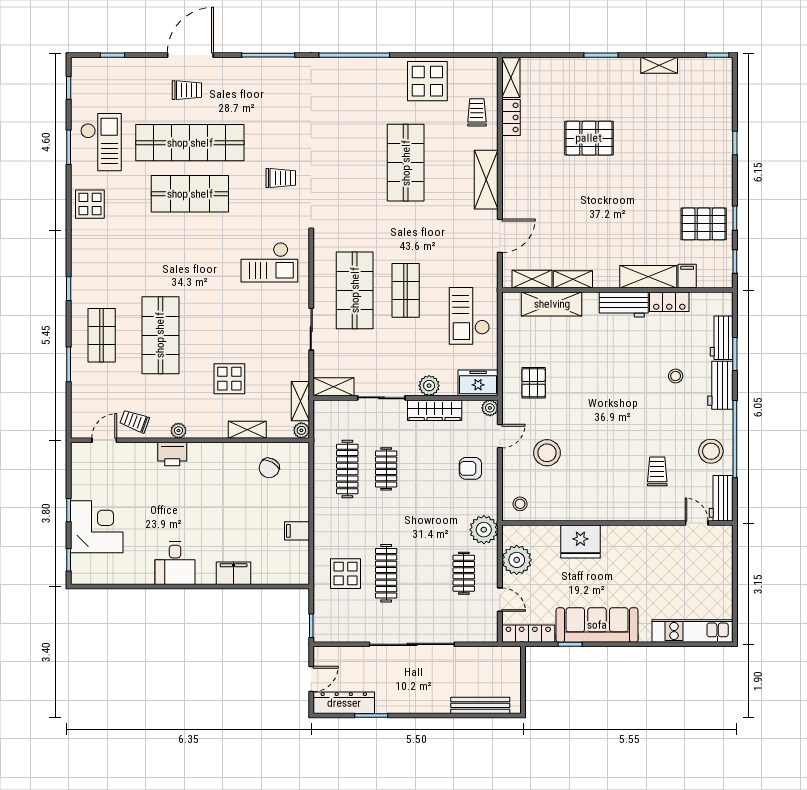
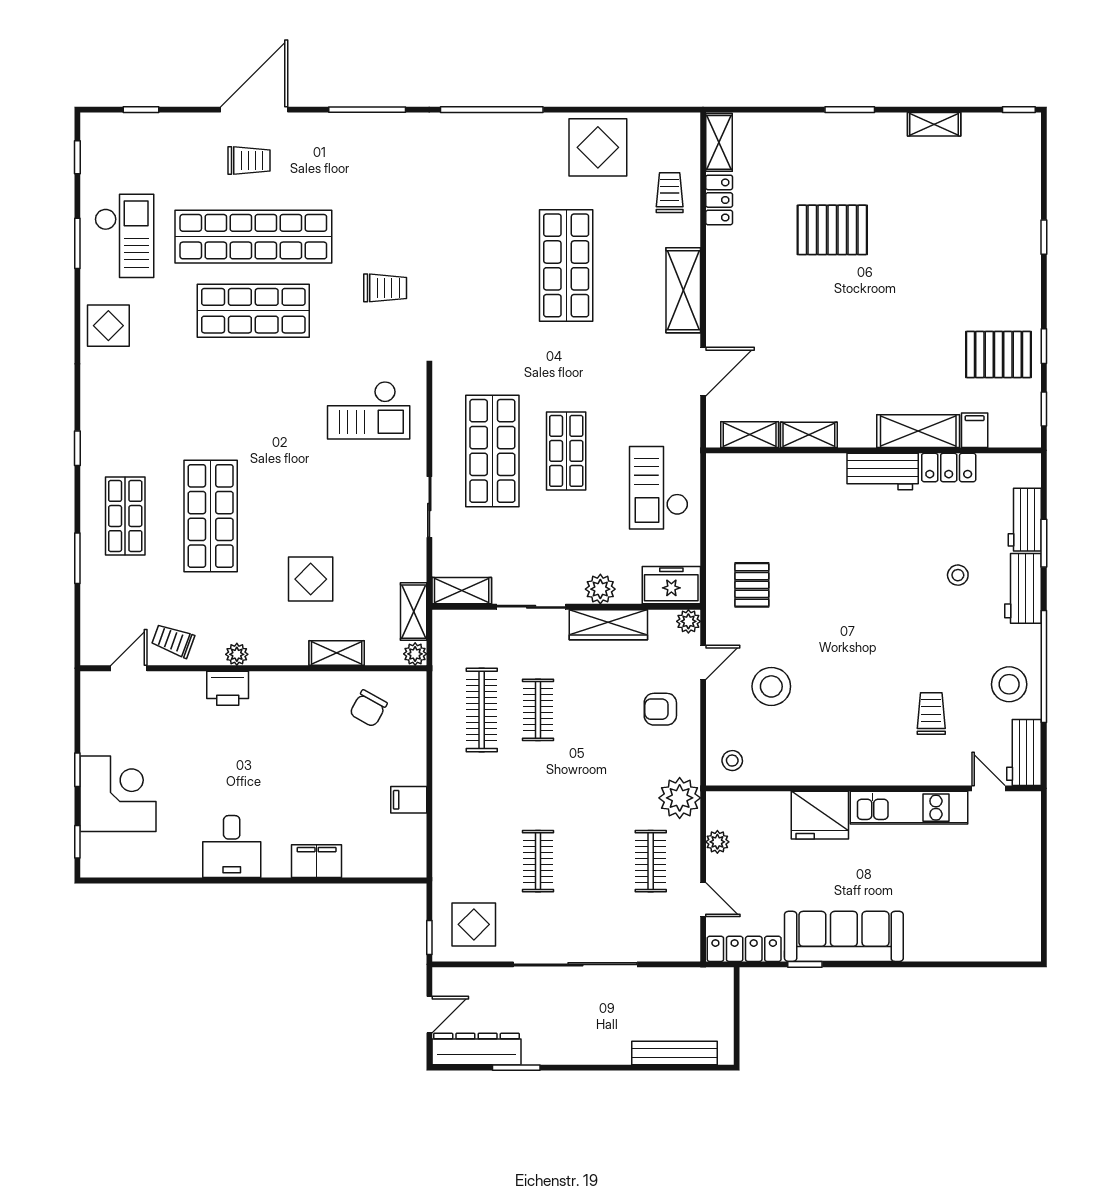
shelving: (552, 304) -> (778, 471), removed
plant: (517, 560) -> (717, 842), width x0.53, depth x0.53
clothes rail: (386, 573) -> (538, 861), width x0.73
display table: (345, 574) -> (474, 924), moved
kitchen unit: (693, 631) -> (909, 808), moved, turned 180

